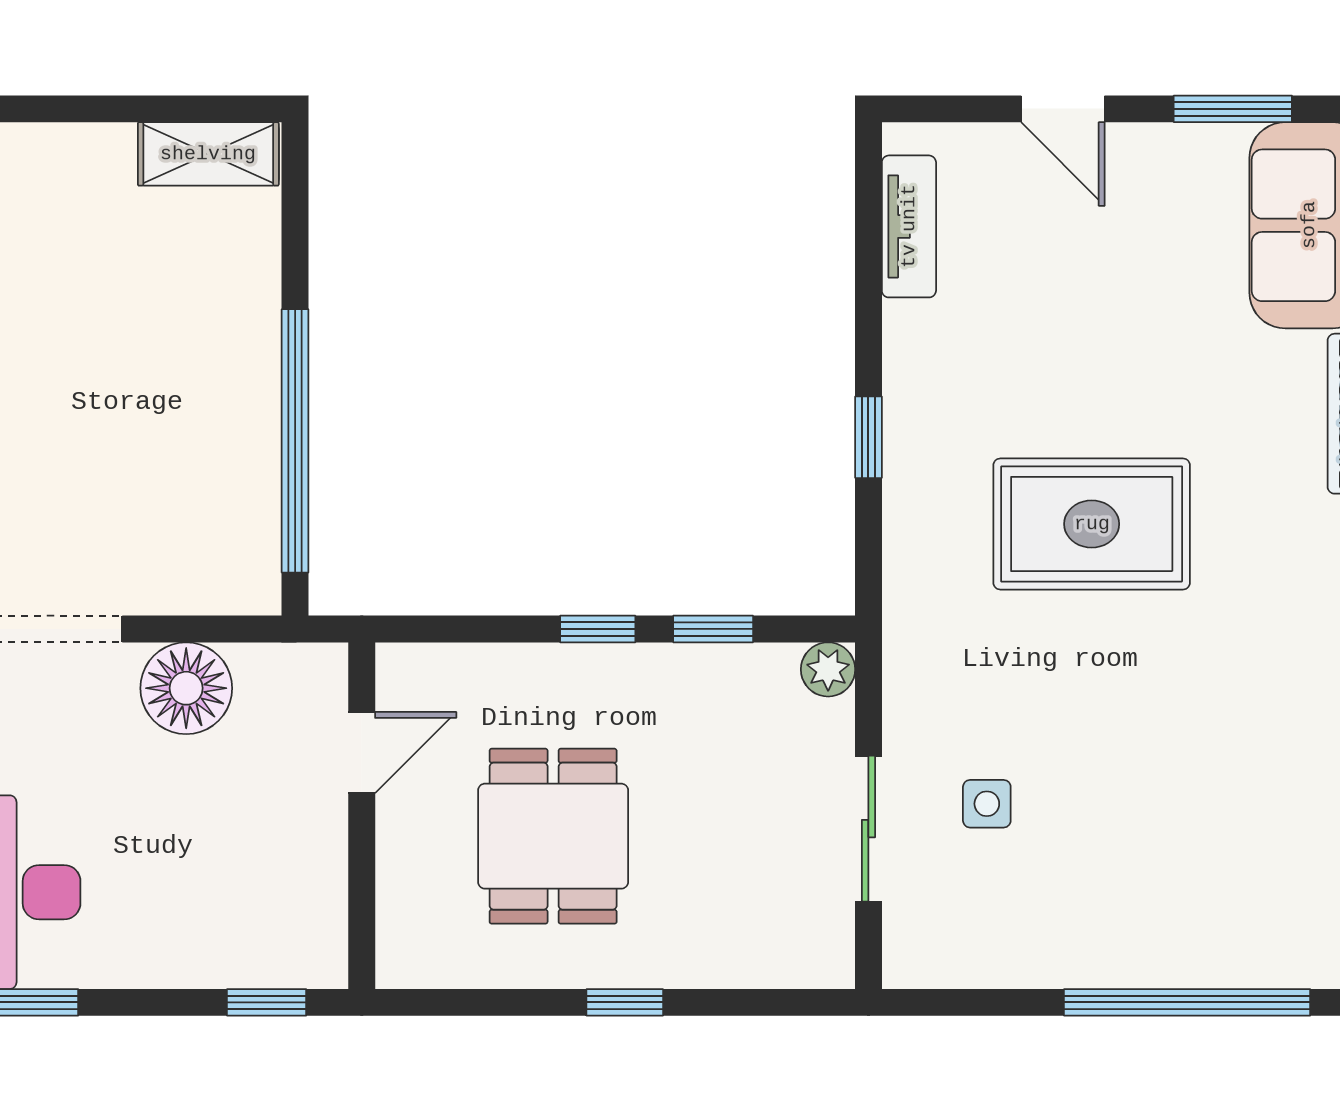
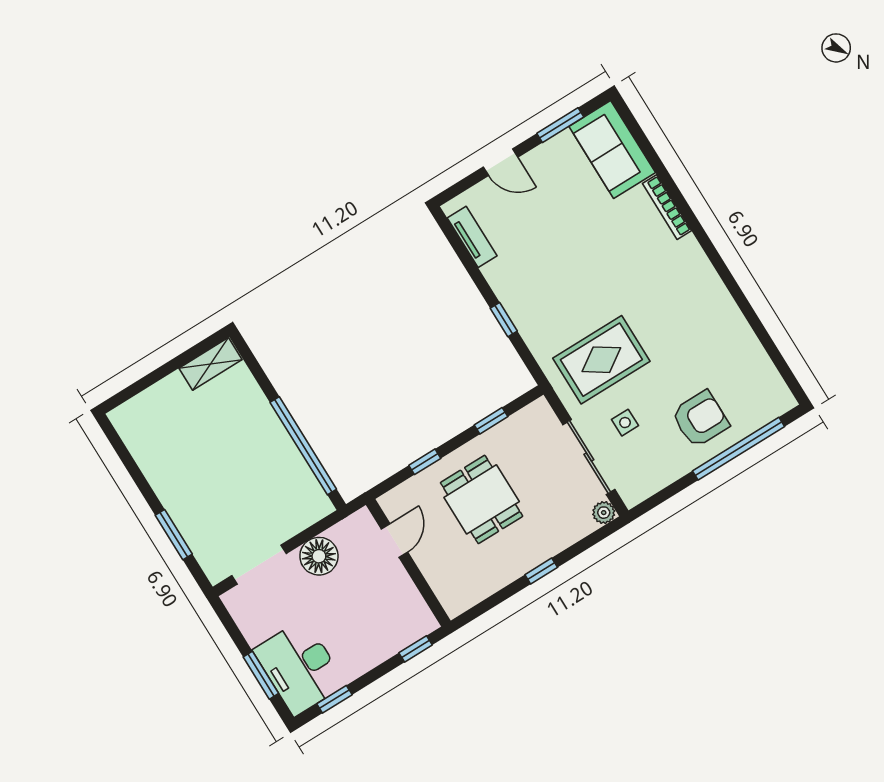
rug: (1092, 524) -> (601, 360), moved
window: (598, 629) -> (425, 462), moved
plant: (828, 669) -> (604, 513), moved
sliding door: (868, 829) -> (589, 457), width x1.37
dining table: (553, 836) -> (482, 499), moved
armchair: (1146, 892) -> (700, 419), added

